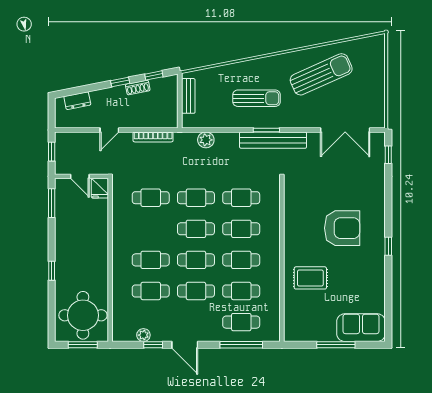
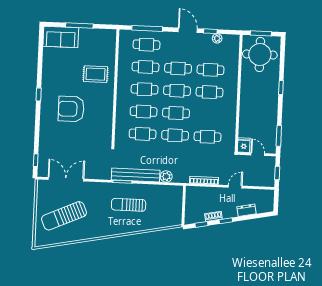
sun lounger: (321, 74) -> (64, 216), moved
bench: (188, 96) -> (177, 209), removed
dresser: (77, 101) -> (246, 210), moved
bench: (273, 140) -> (136, 175), moved

